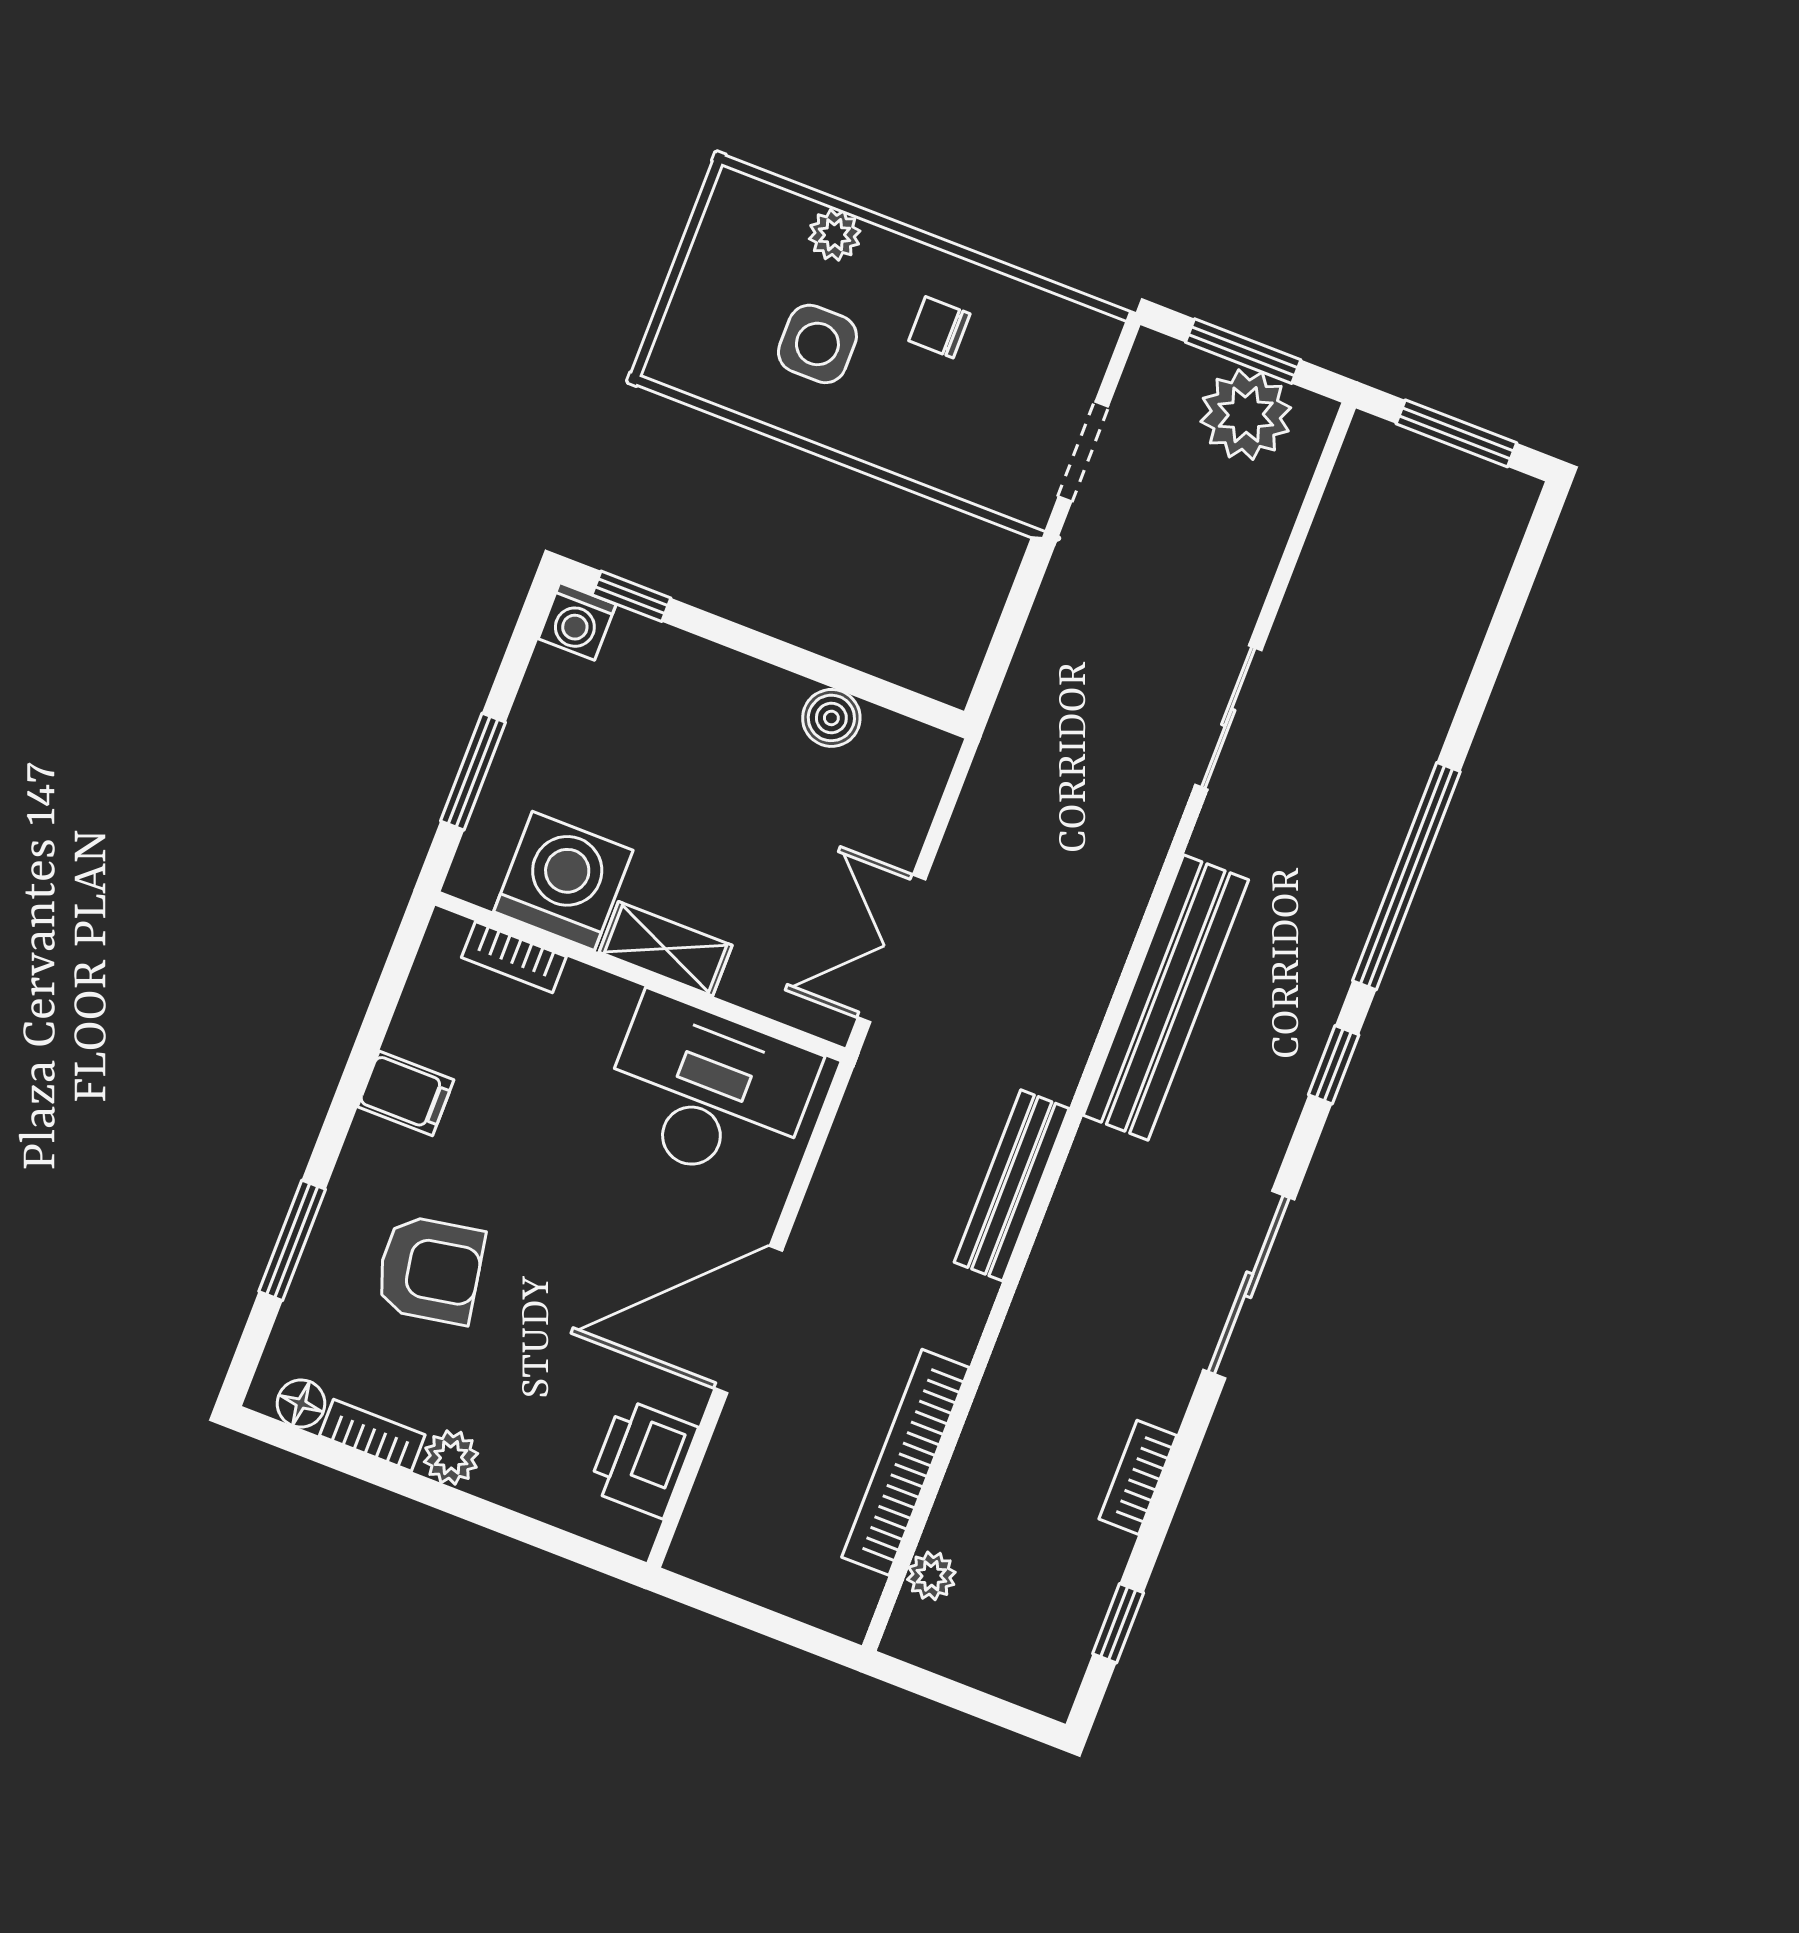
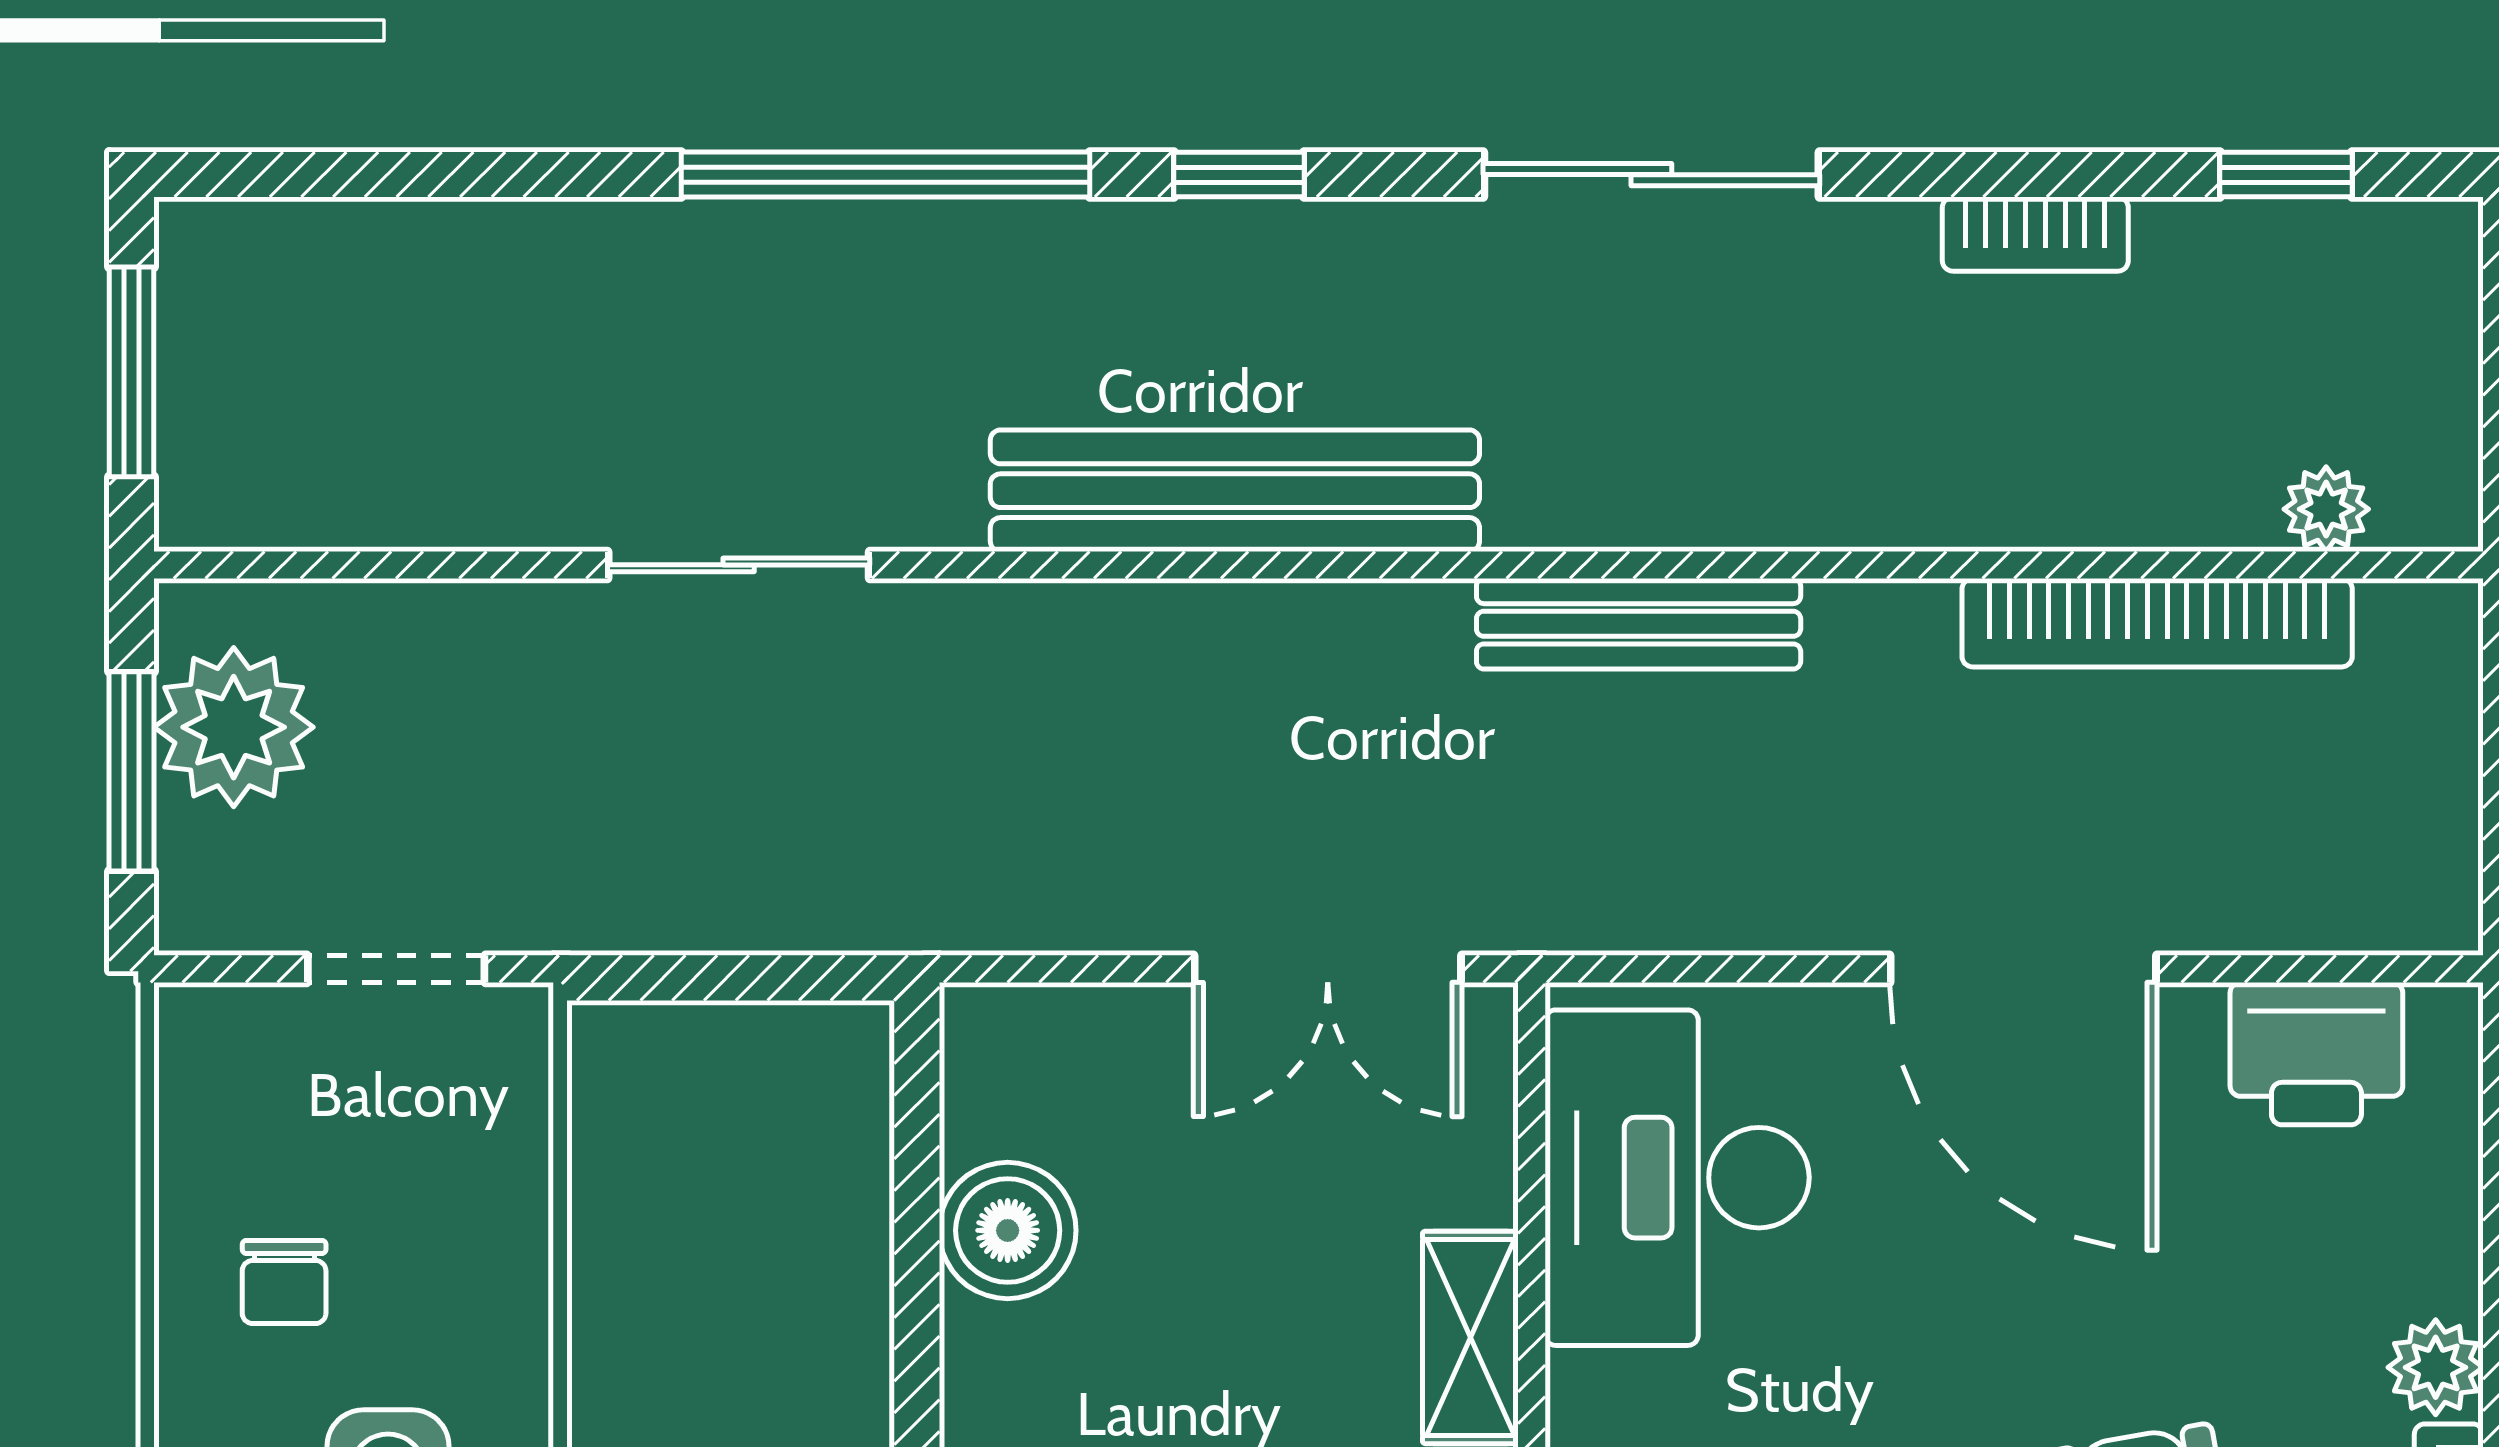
boiler: (831, 718) -> (1008, 1230), width x1.36, depth x1.36

